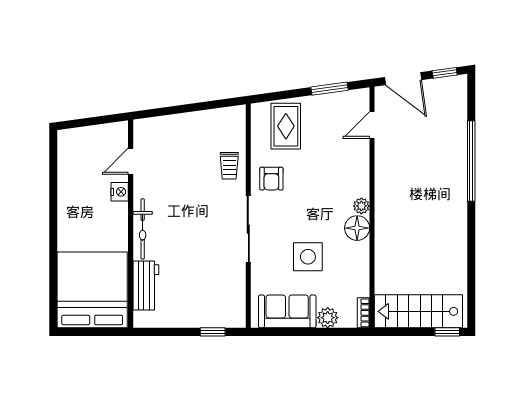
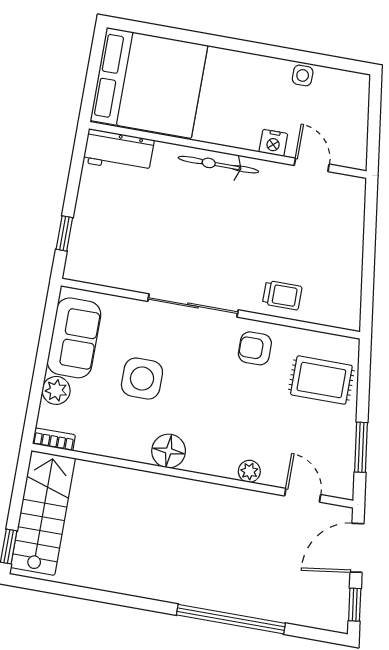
trolley: (229, 166) -> (282, 295), turned 180
side table: (67, 179) -> (303, 75), added
plant: (361, 206) -> (249, 471), moved
workbench: (146, 285) -> (118, 151), moved

